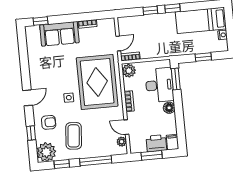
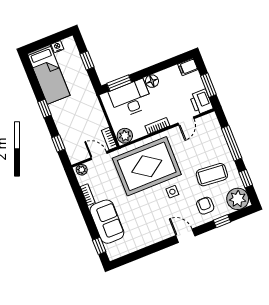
window: (150, 10) -> (58, 143), moved
plant: (122, 142) -> (82, 170), moved
printer: (156, 143) -> (201, 102), moved

